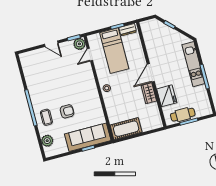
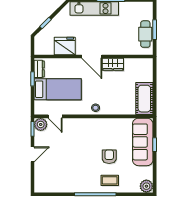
fridge: (167, 96) -> (65, 46), moved
plant: (47, 141) -> (146, 186), moved

